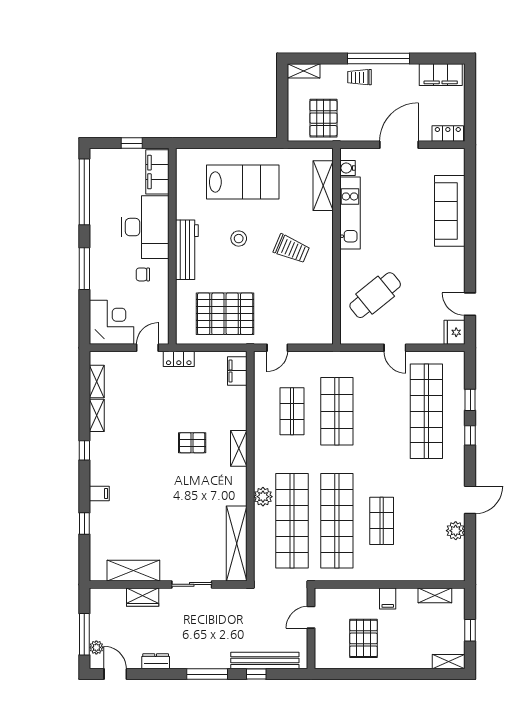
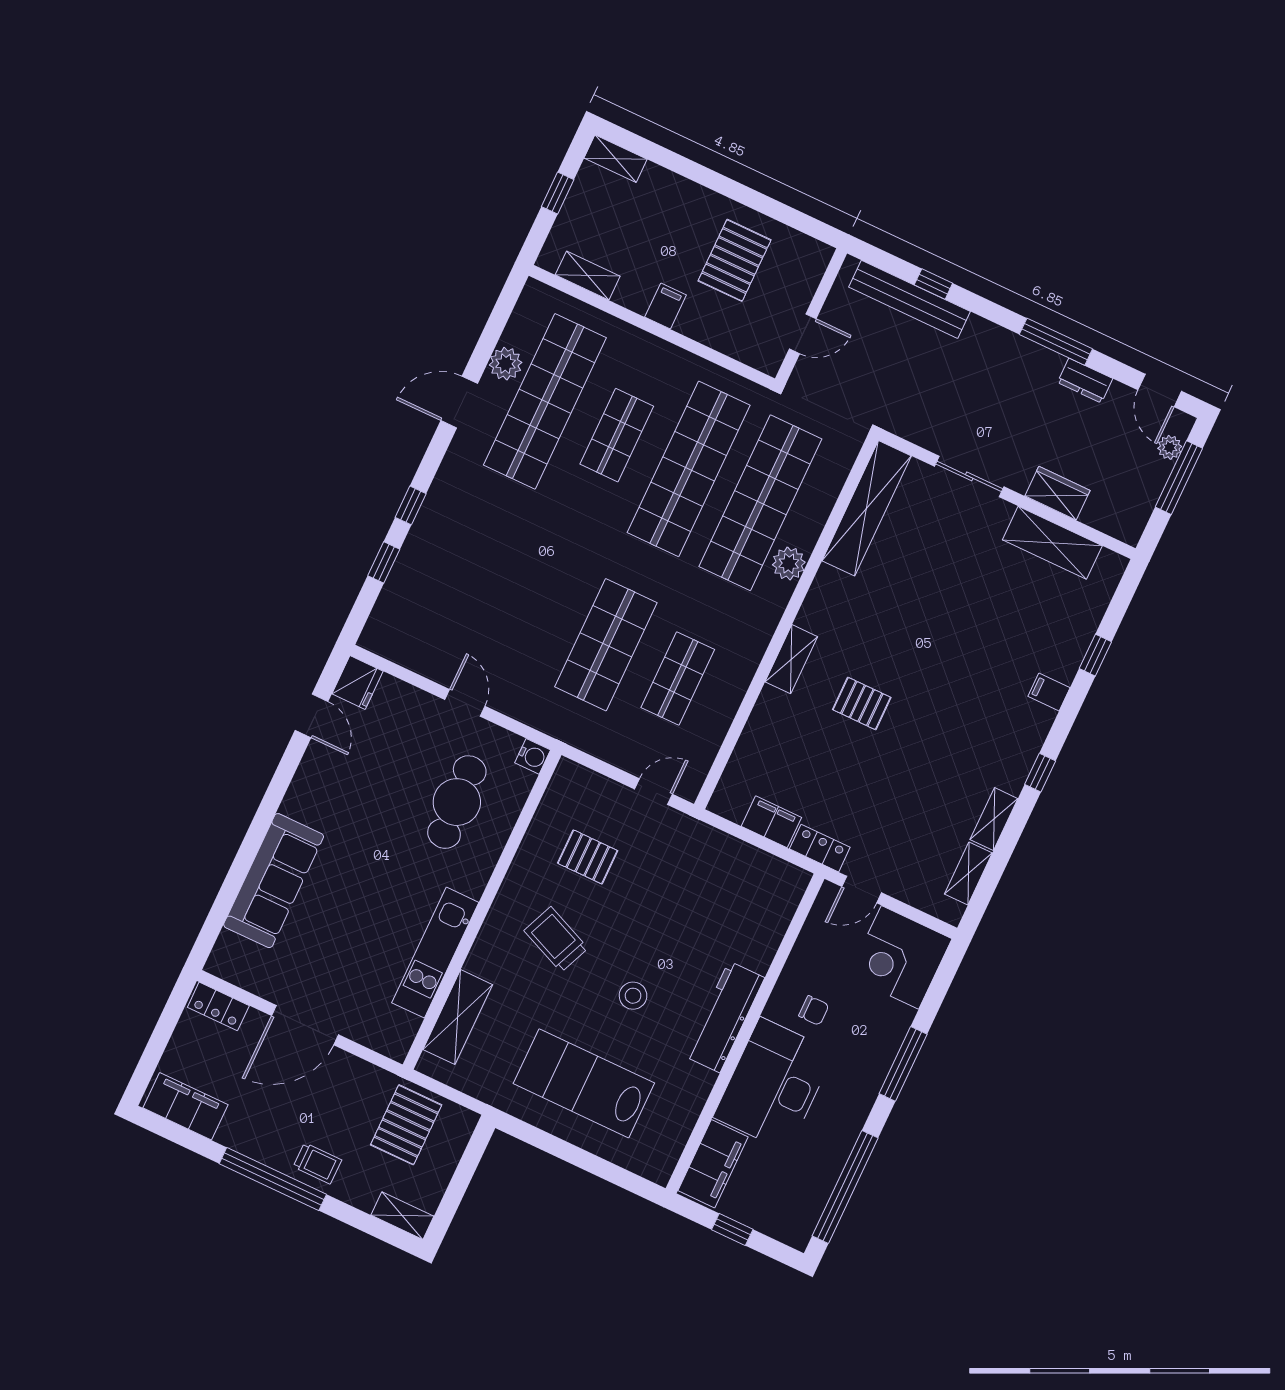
water cooler: (347, 168) -> (533, 756), moved
cafe table: (375, 295) -> (457, 802), turned -54
pallet: (225, 314) -> (588, 857), moved, width x0.49, depth x0.50
filing cabinet: (237, 371) -> (771, 822), moved, turned -90
shop shelf: (426, 411) -> (545, 401), moved
window: (207, 674) -> (1056, 342), moved

